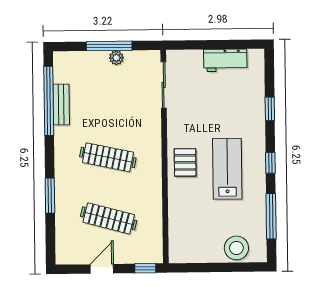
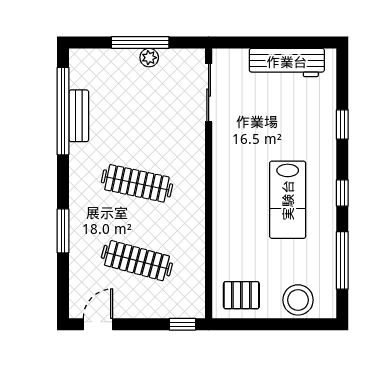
workbench: (225, 60) -> (287, 62), width x1.38
pallet: (185, 162) -> (241, 295), moved, turned 90
lab bench: (227, 169) -> (288, 200), turned 180
door: (102, 269) -> (98, 324), moved

